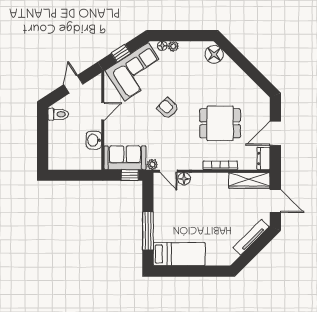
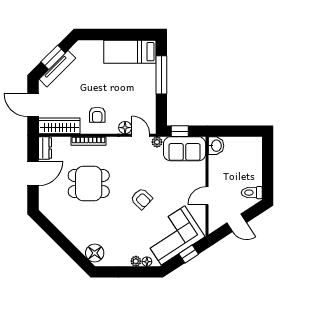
door: (73, 84) -> (237, 223), hinge flipped
washbasin: (94, 140) -> (216, 146), moved
armchair: (212, 191) -> (97, 115), added
window: (255, 248) -> (53, 57), added

